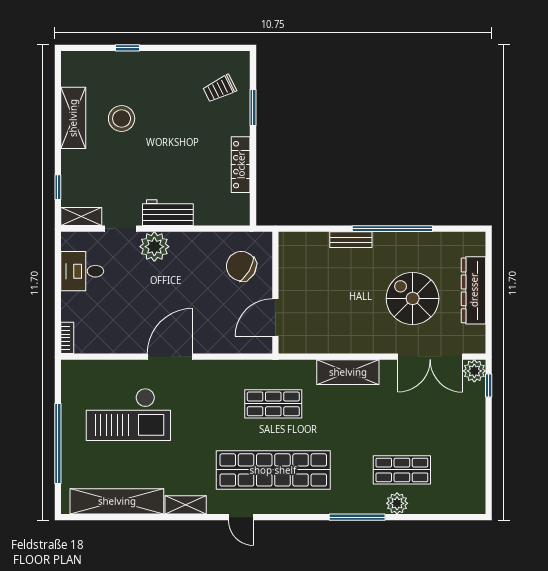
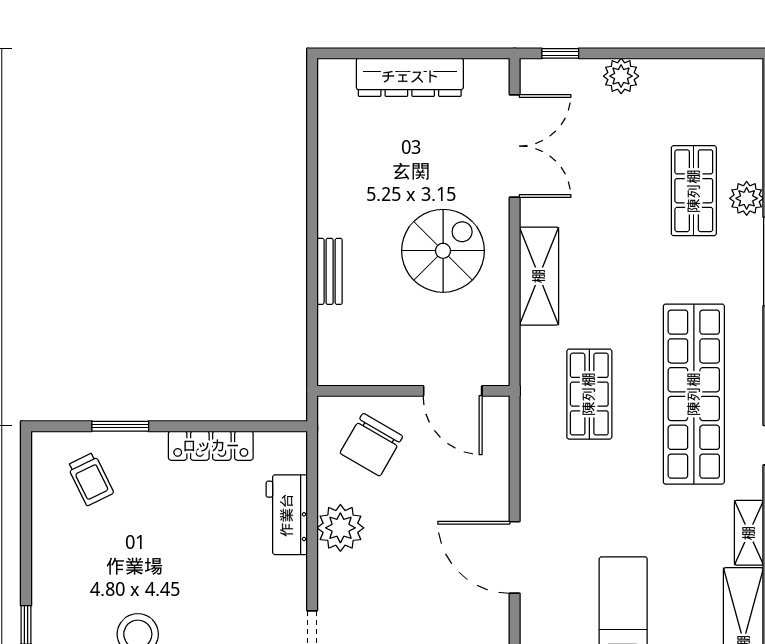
workbench: (168, 213) -> (287, 515), moved
window: (392, 229) -> (312, 206), removed
plant: (154, 247) -> (340, 528), moved
spiral stairs: (413, 298) -> (443, 251), moved, turned 180
plant: (474, 371) -> (621, 76), moved

